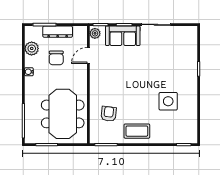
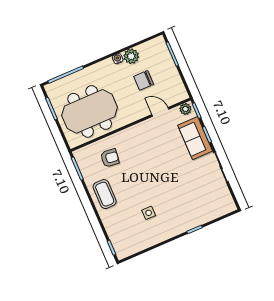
dresser: (58, 32) -> (171, 70), removed
plant: (32, 48) -> (131, 56), moved
side table: (168, 101) -> (149, 213), width x0.54, depth x0.54

